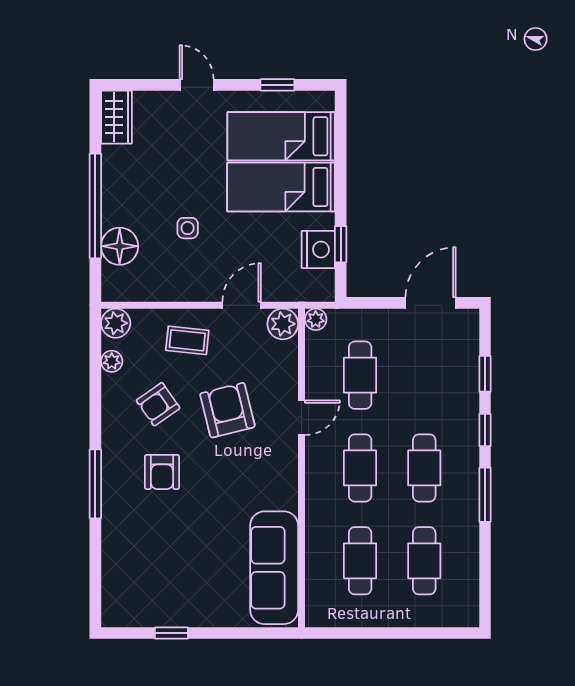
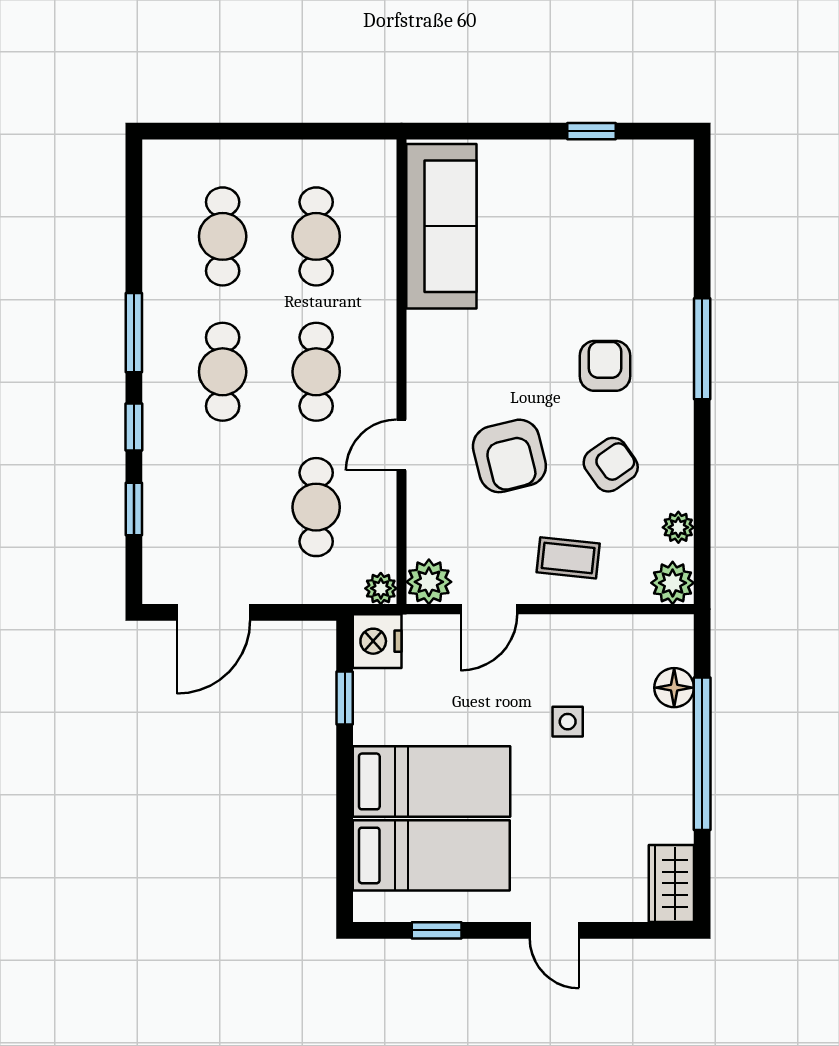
floor lamp: (120, 246) -> (674, 688), width x0.73, depth x0.73
nightstand: (318, 250) -> (377, 641), moved

